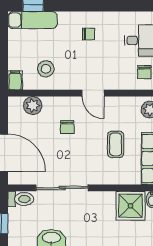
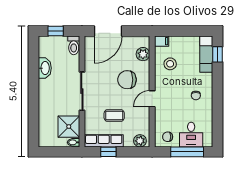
chair: (67, 127) -> (127, 80), width x1.87, depth x1.87
sliding door: (62, 188) -> (82, 91), moved

